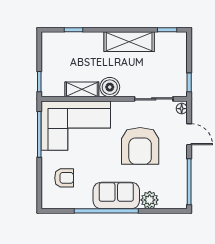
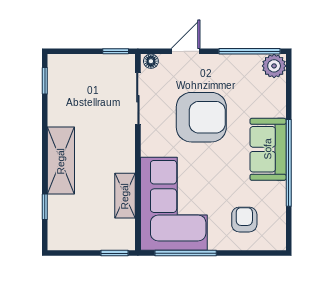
shelving: (129, 42) -> (61, 161), moved
boiler: (110, 87) -> (122, 158), removed
plant: (150, 200) -> (274, 66), moved

